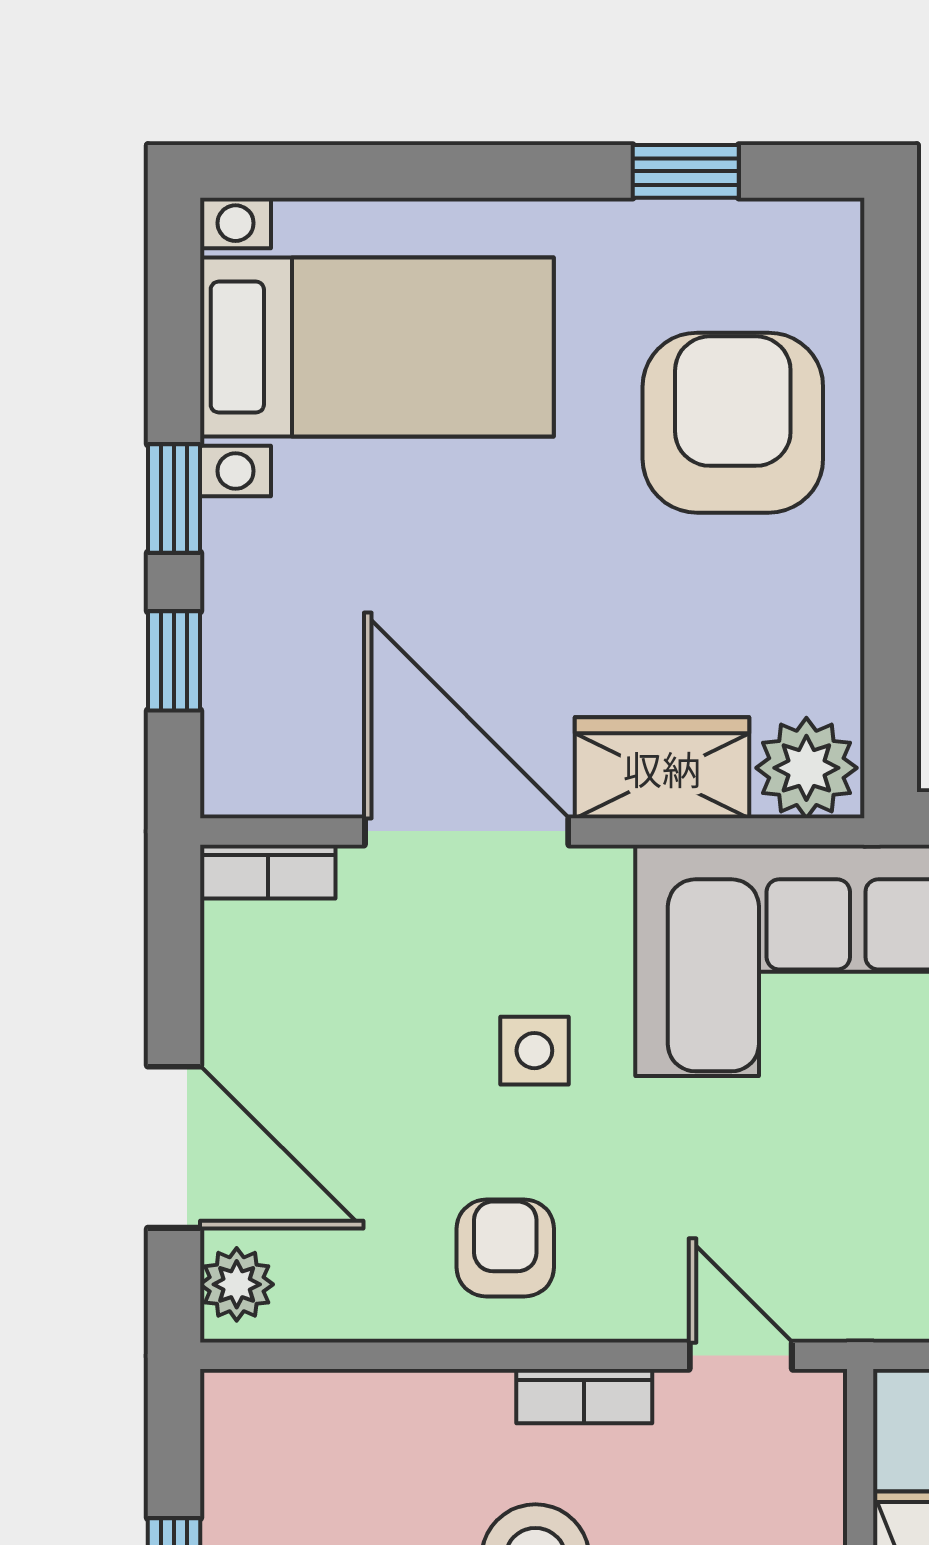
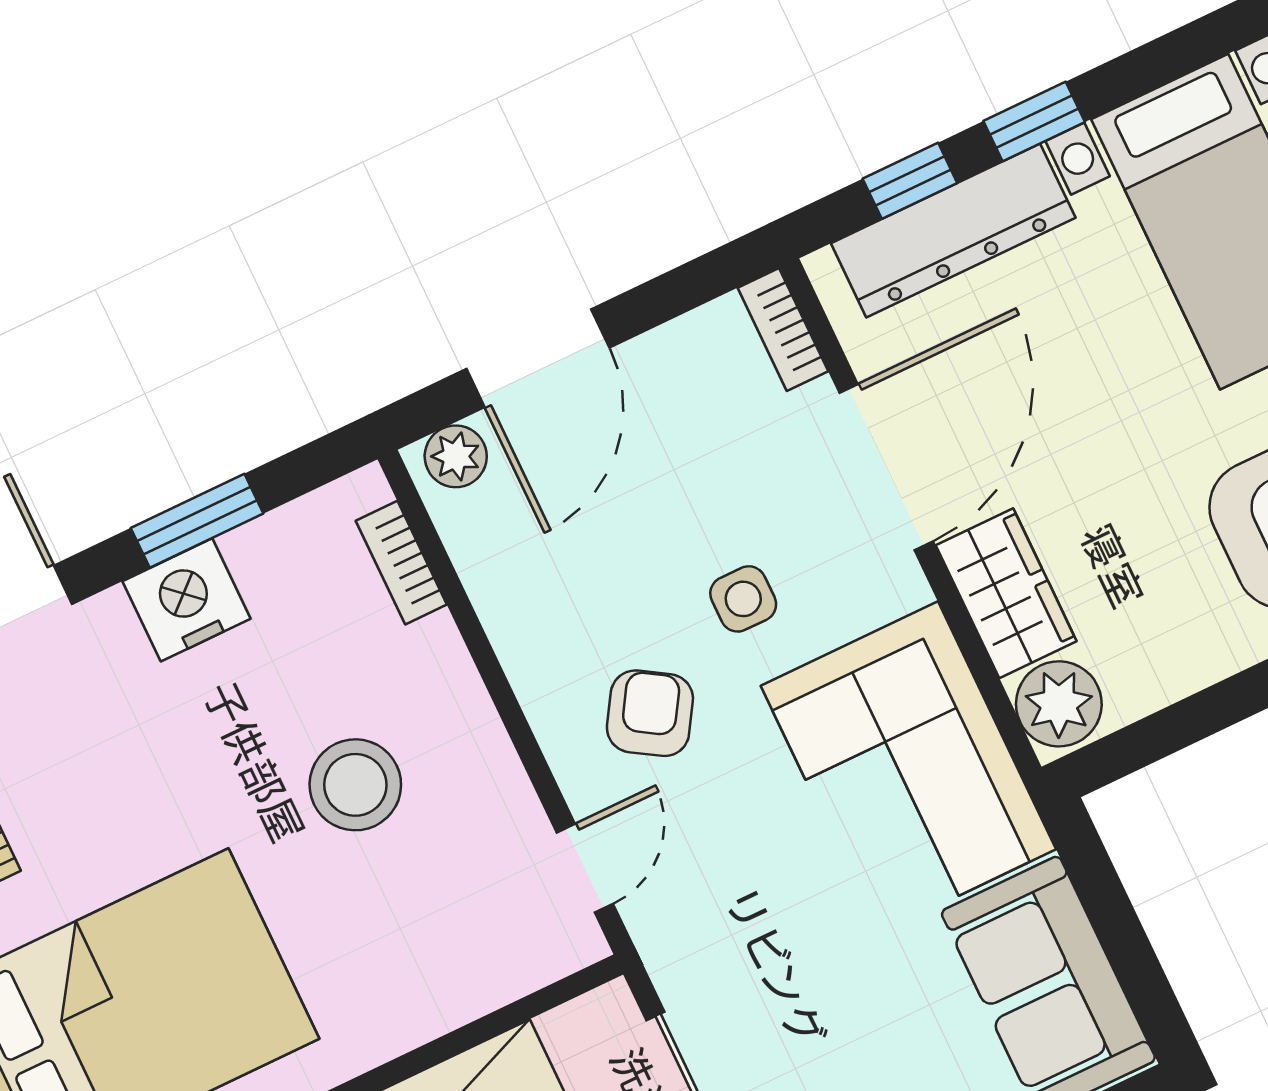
dresser: (249, 640) -> (953, 231), added
armchair: (505, 1248) -> (650, 713), moved, turned -58
bookcase: (584, 1396) -> (401, 563), moved

